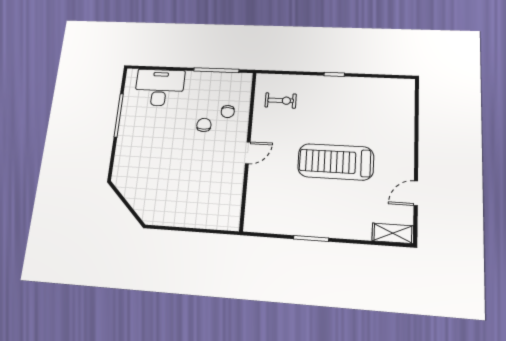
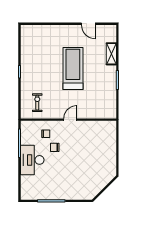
desk: (159, 88) -> (32, 160), moved
door: (248, 153) -> (70, 120), hinge flipped
treadmill: (336, 162) -> (73, 69), turned 180
shelving: (393, 233) -> (111, 54), moved

